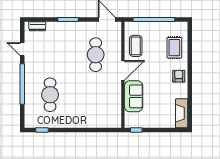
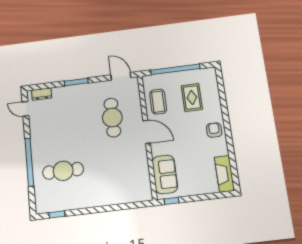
rug: (174, 48) -> (192, 97), moved
door: (22, 49) -> (25, 109), moved
door: (123, 71) -> (147, 132), hinge flipped
cafe table: (50, 95) -> (63, 171), turned 90
sofa: (134, 96) -> (165, 174), moved

